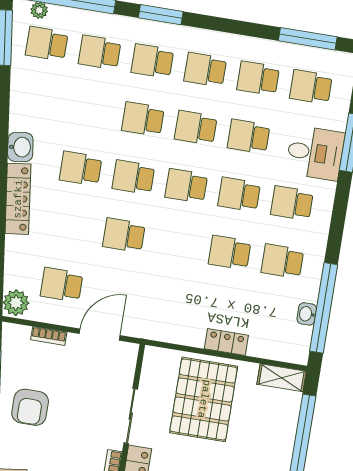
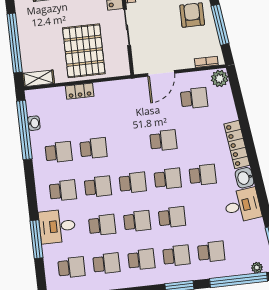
school desk: (47, 44) -> (246, 248), removed
desk: (35, 107) -> (242, 205), added
bookcase: (49, 336) -> (206, 62), moved

